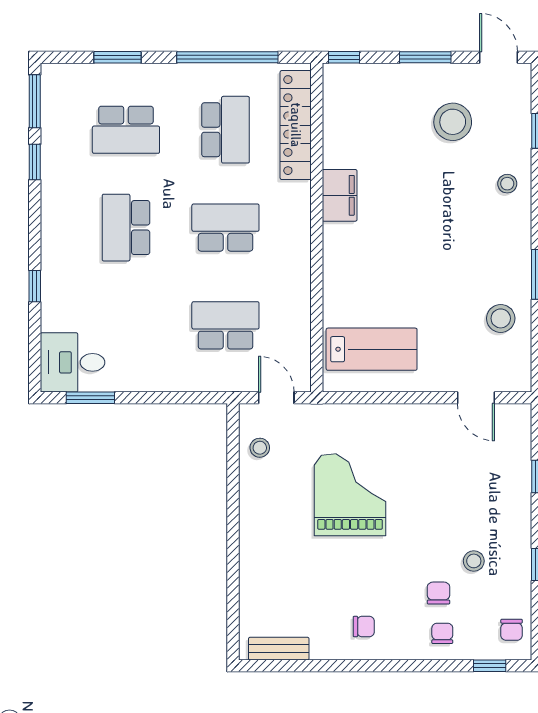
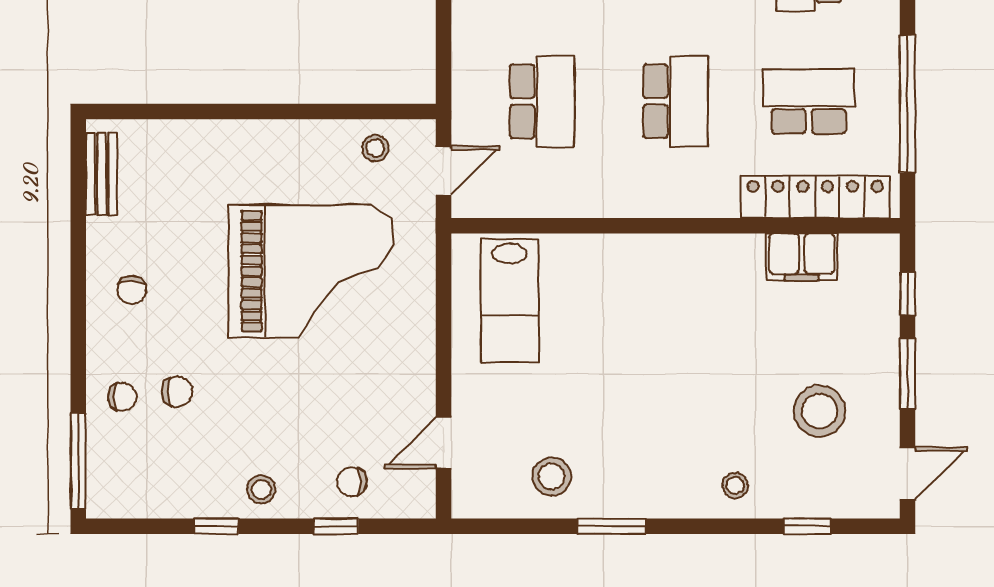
window: (344, 57) -> (908, 294), moved
school desk: (225, 130) -> (809, 101), turned 180
filing cabinet: (340, 195) -> (802, 257), moved
grand piano: (350, 495) -> (311, 271), width x1.37, depth x1.48
stool: (474, 561) -> (261, 489), moved
chair: (512, 630) -> (352, 482), moved
window: (490, 666) -> (78, 461), width x2.17

